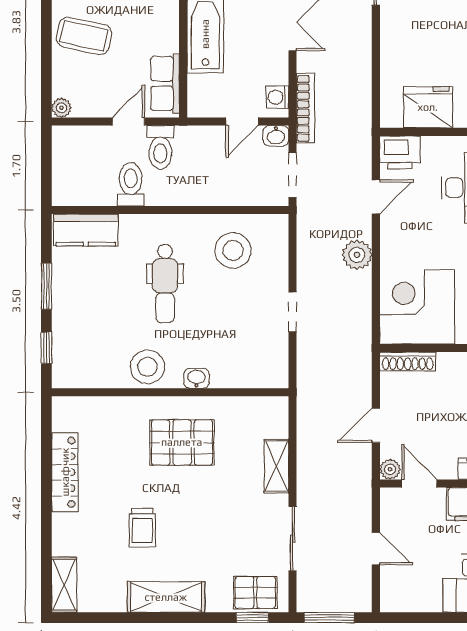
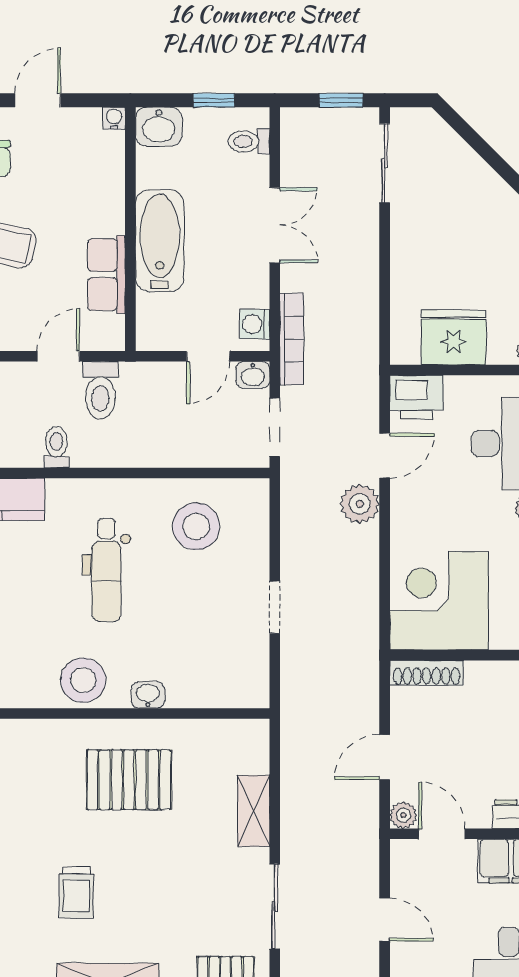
row of seats: (165, 84) -> (107, 275), moved
toilet: (131, 184) -> (56, 447), width x0.73, depth x0.72
plant: (357, 255) -> (360, 504), moved

